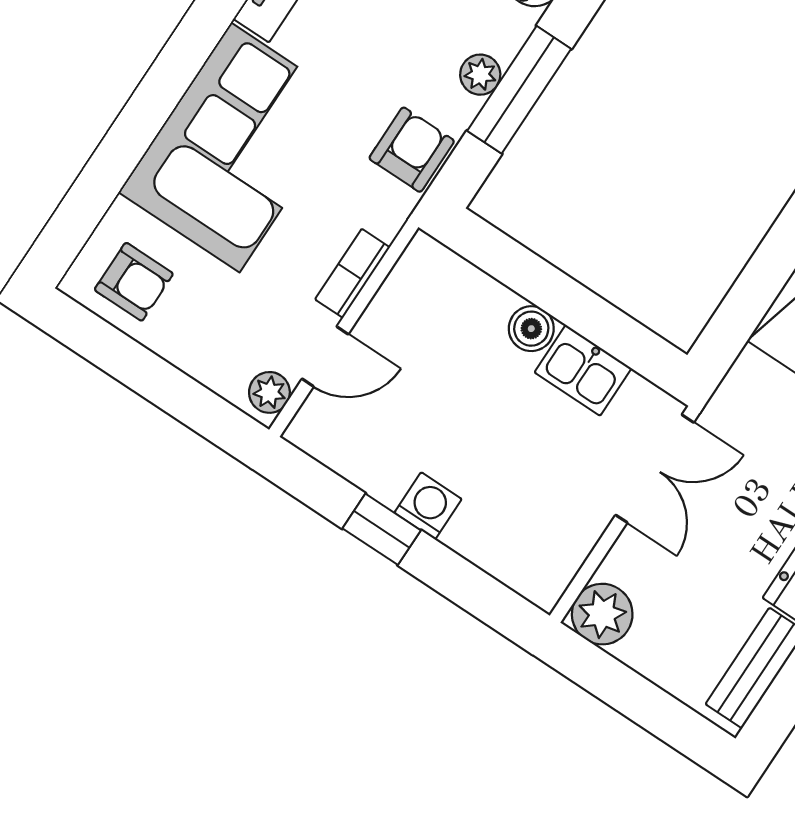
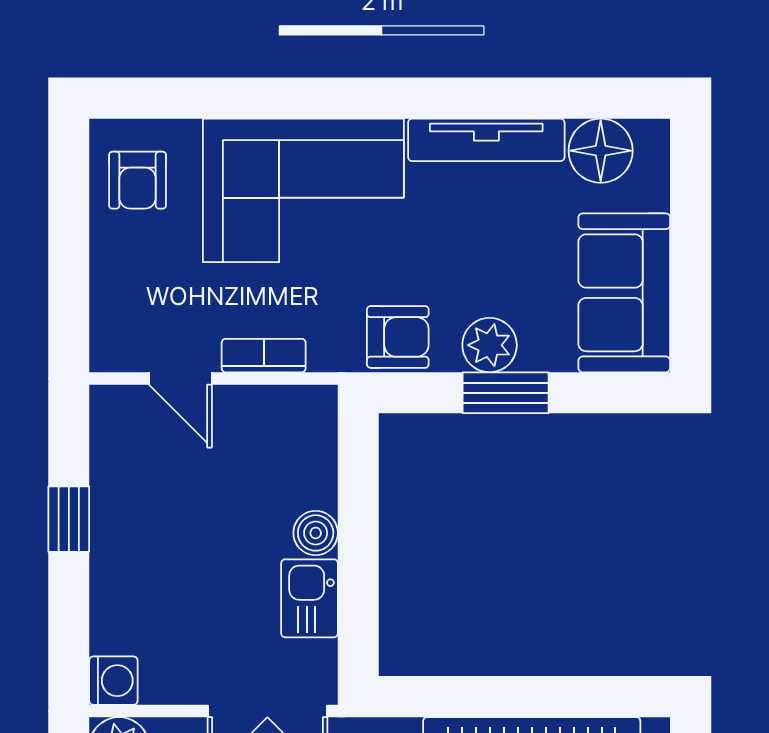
plant: (480, 75) -> (490, 345), width x1.38, depth x1.38
window: (519, 90) -> (506, 393), width x0.69
plant: (269, 392) -> (120, 352), removed
washing machine: (428, 506) -> (113, 681), moved

